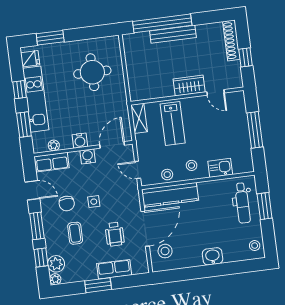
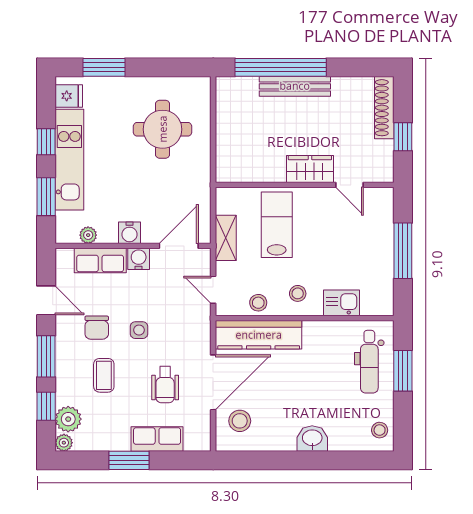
shelving: (139, 118) -> (226, 238), moved
lab bench: (173, 124) -> (277, 225), turned 180
row of seats: (52, 162) -> (100, 260), moved

